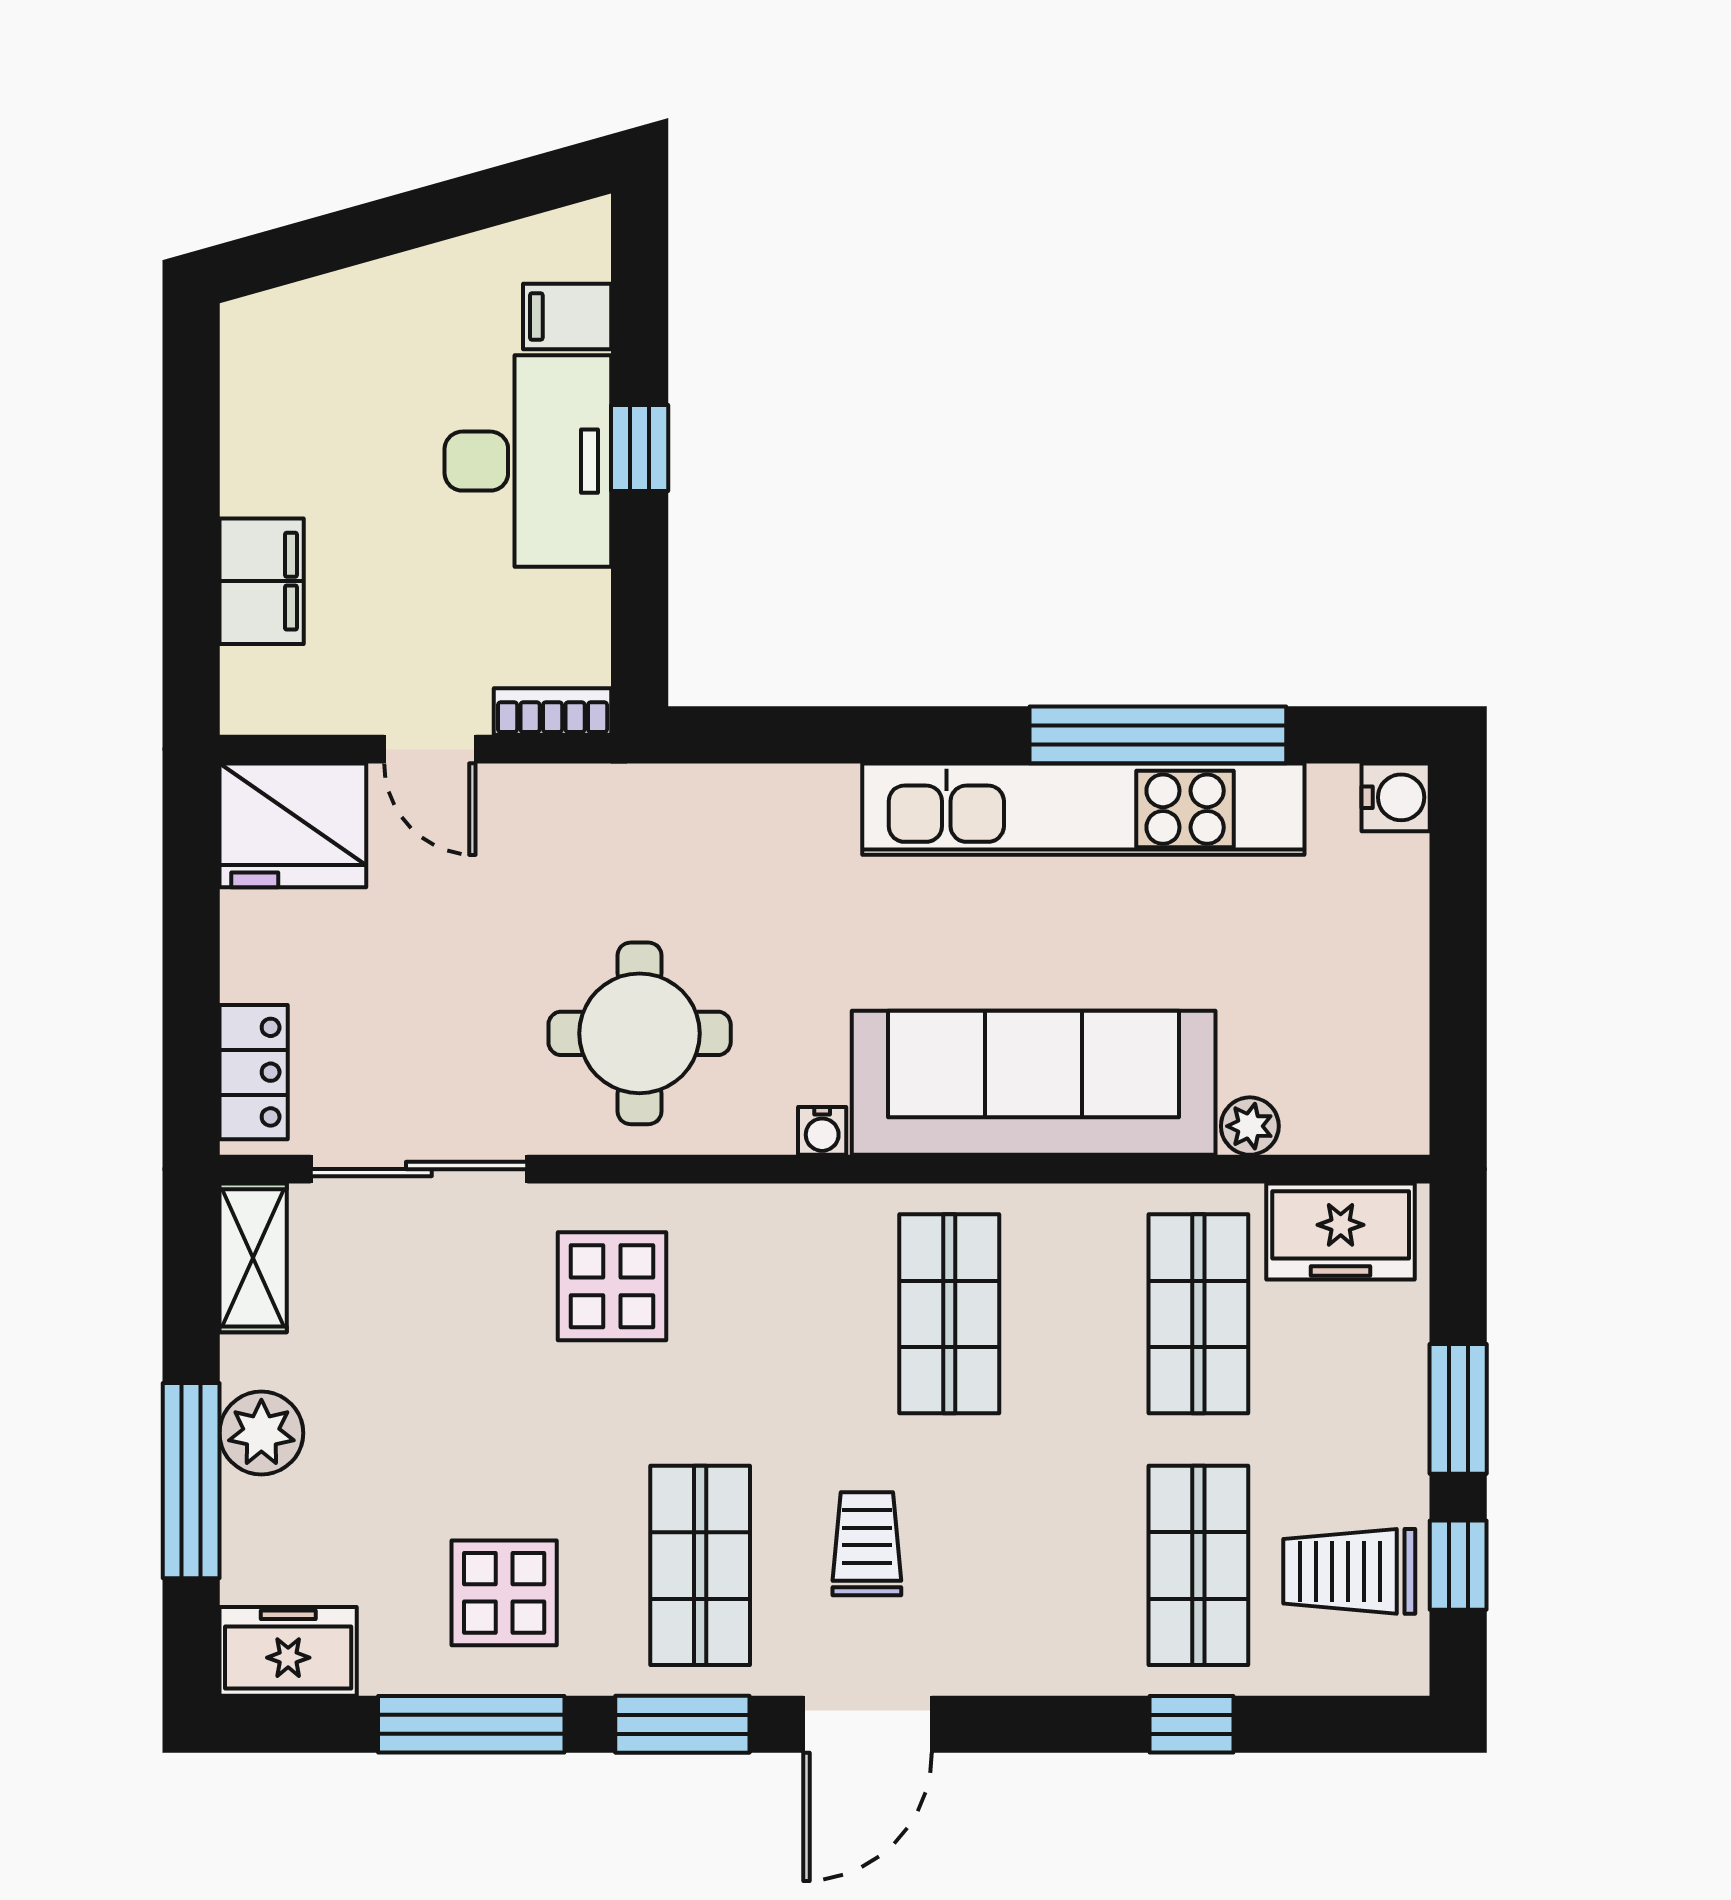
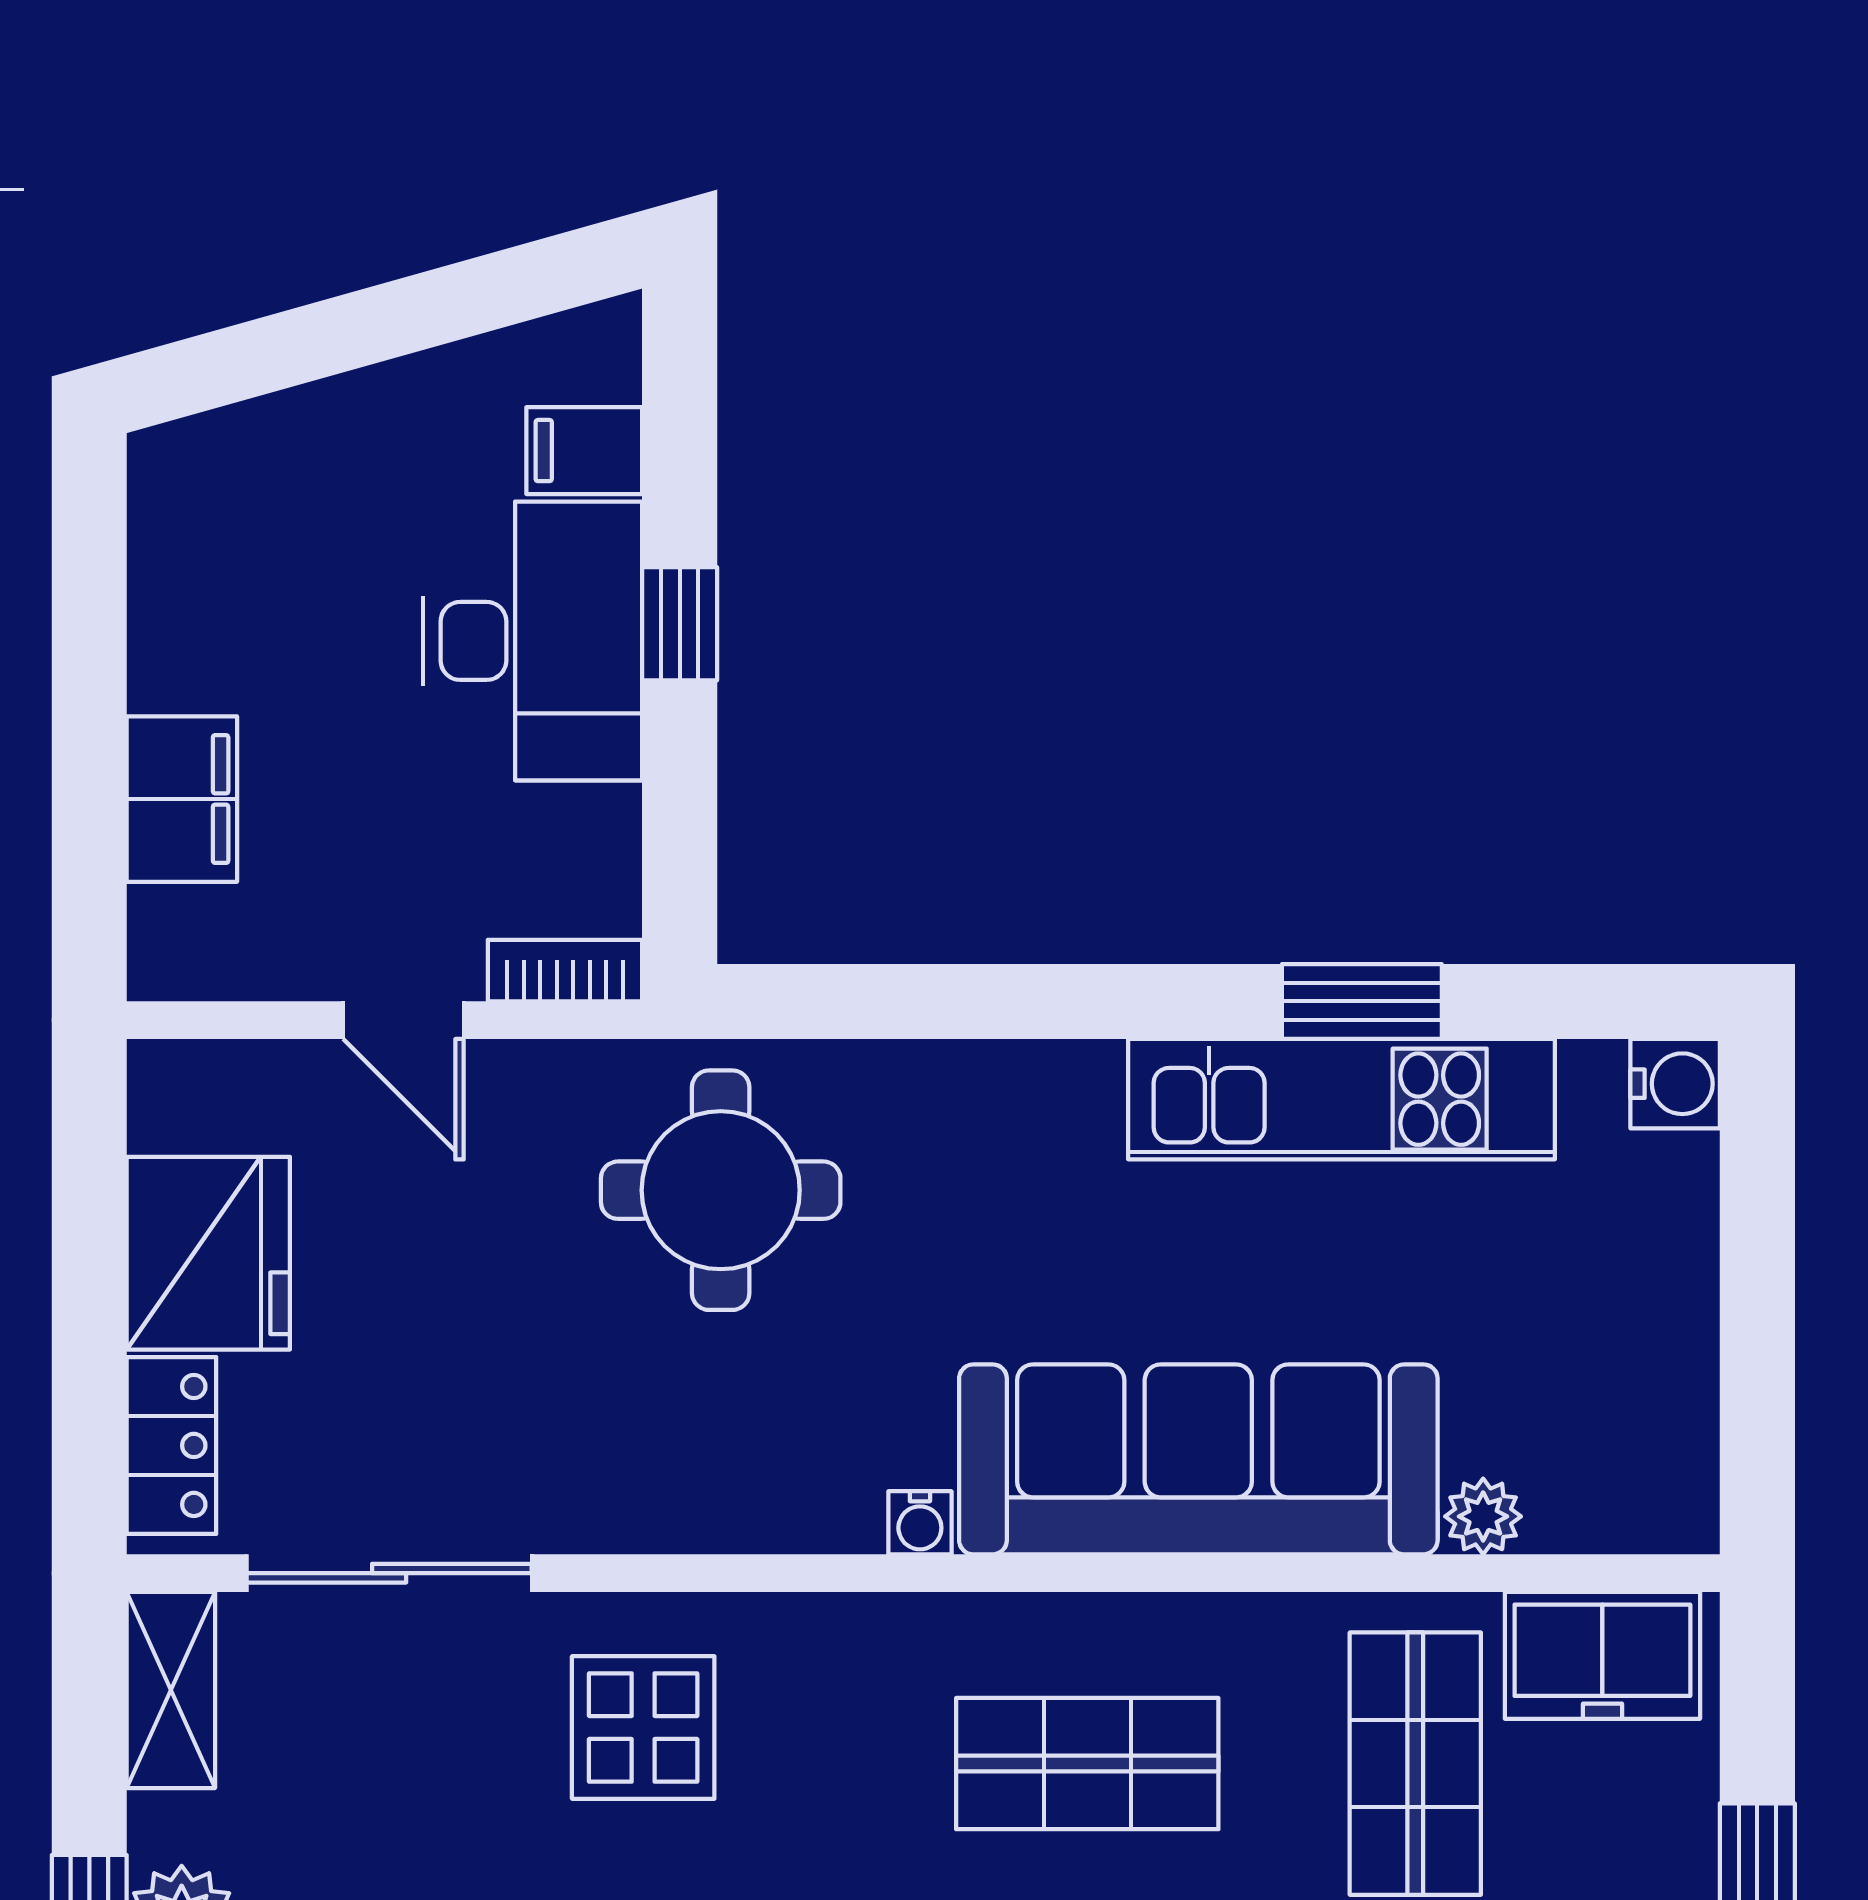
window: (1158, 735) -> (1362, 1001), width x0.47
kitchen unit: (1083, 809) -> (1342, 1099), width x0.73
fridge: (293, 825) -> (208, 1253), moved, turned -90
round table: (640, 1033) -> (721, 1190), moved
shop shelf: (949, 1314) -> (1087, 1764), turned 90

